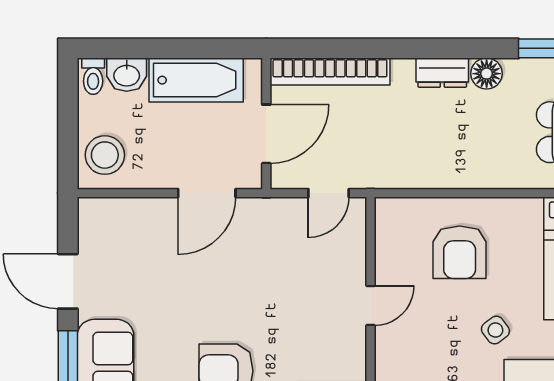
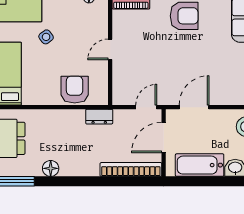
dresser: (442, 73) -> (99, 117), moved, turned 180
door: (329, 193) -> (146, 107), moved
armchair: (460, 252) -> (75, 90), moved

